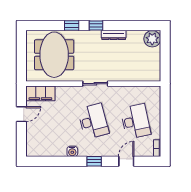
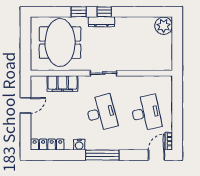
dresser: (114, 35) -> (101, 22), moved
filing cabinet: (40, 93) -> (62, 83), moved
locker: (42, 151) -> (47, 145), added
window: (94, 161) -> (102, 155), width x2.17
door: (126, 161) -> (156, 155), moved

